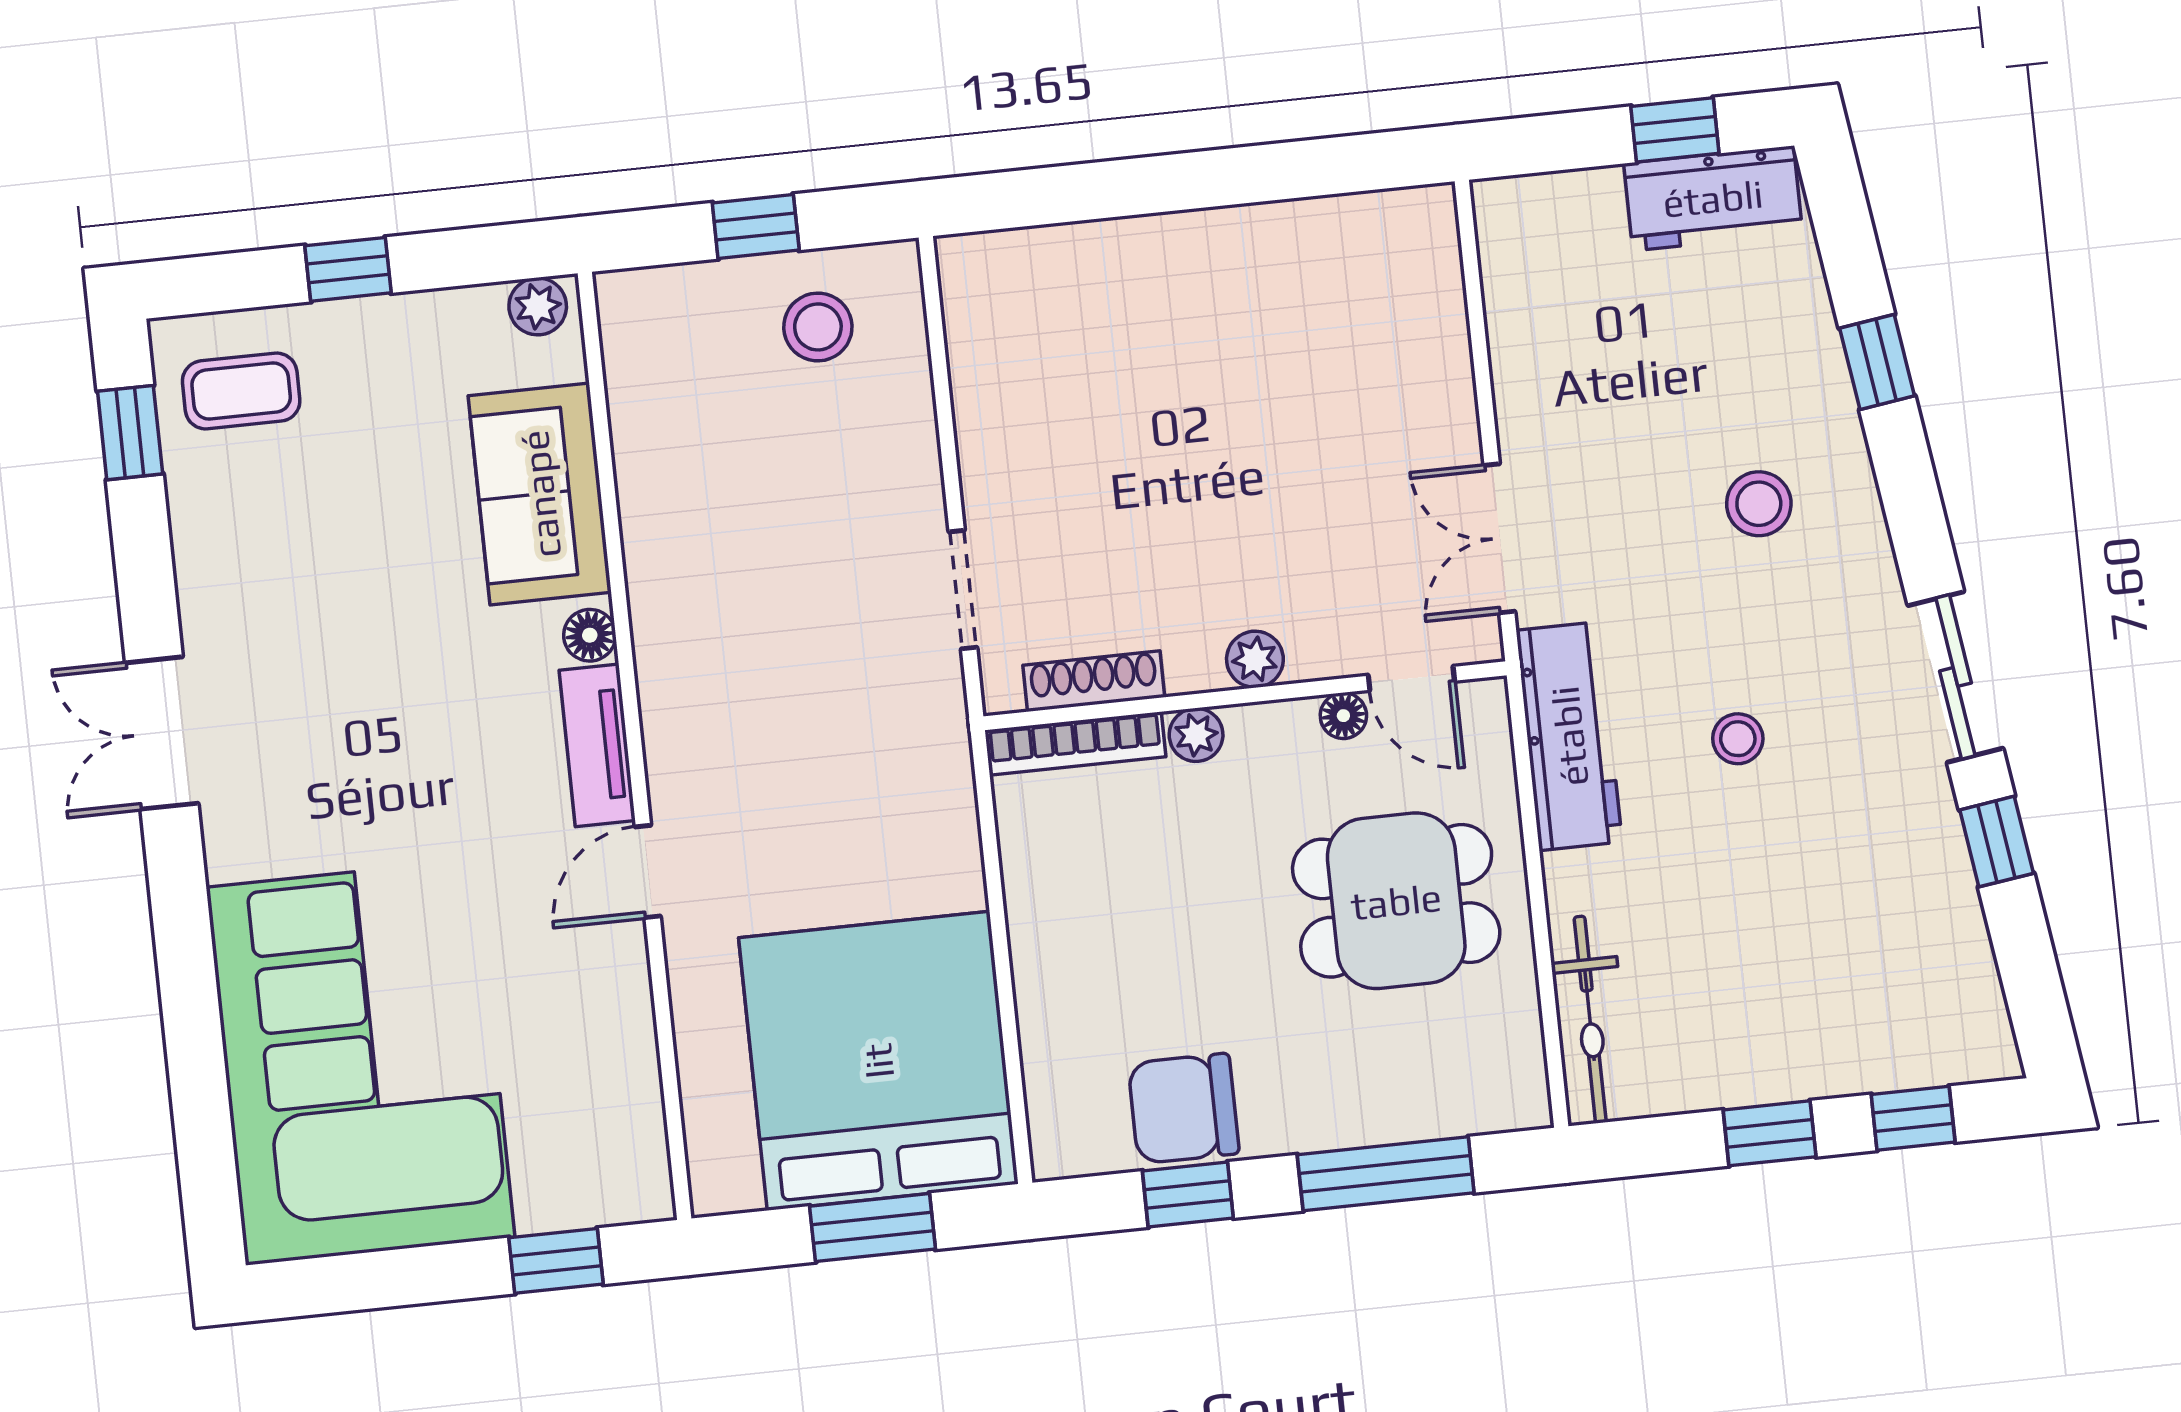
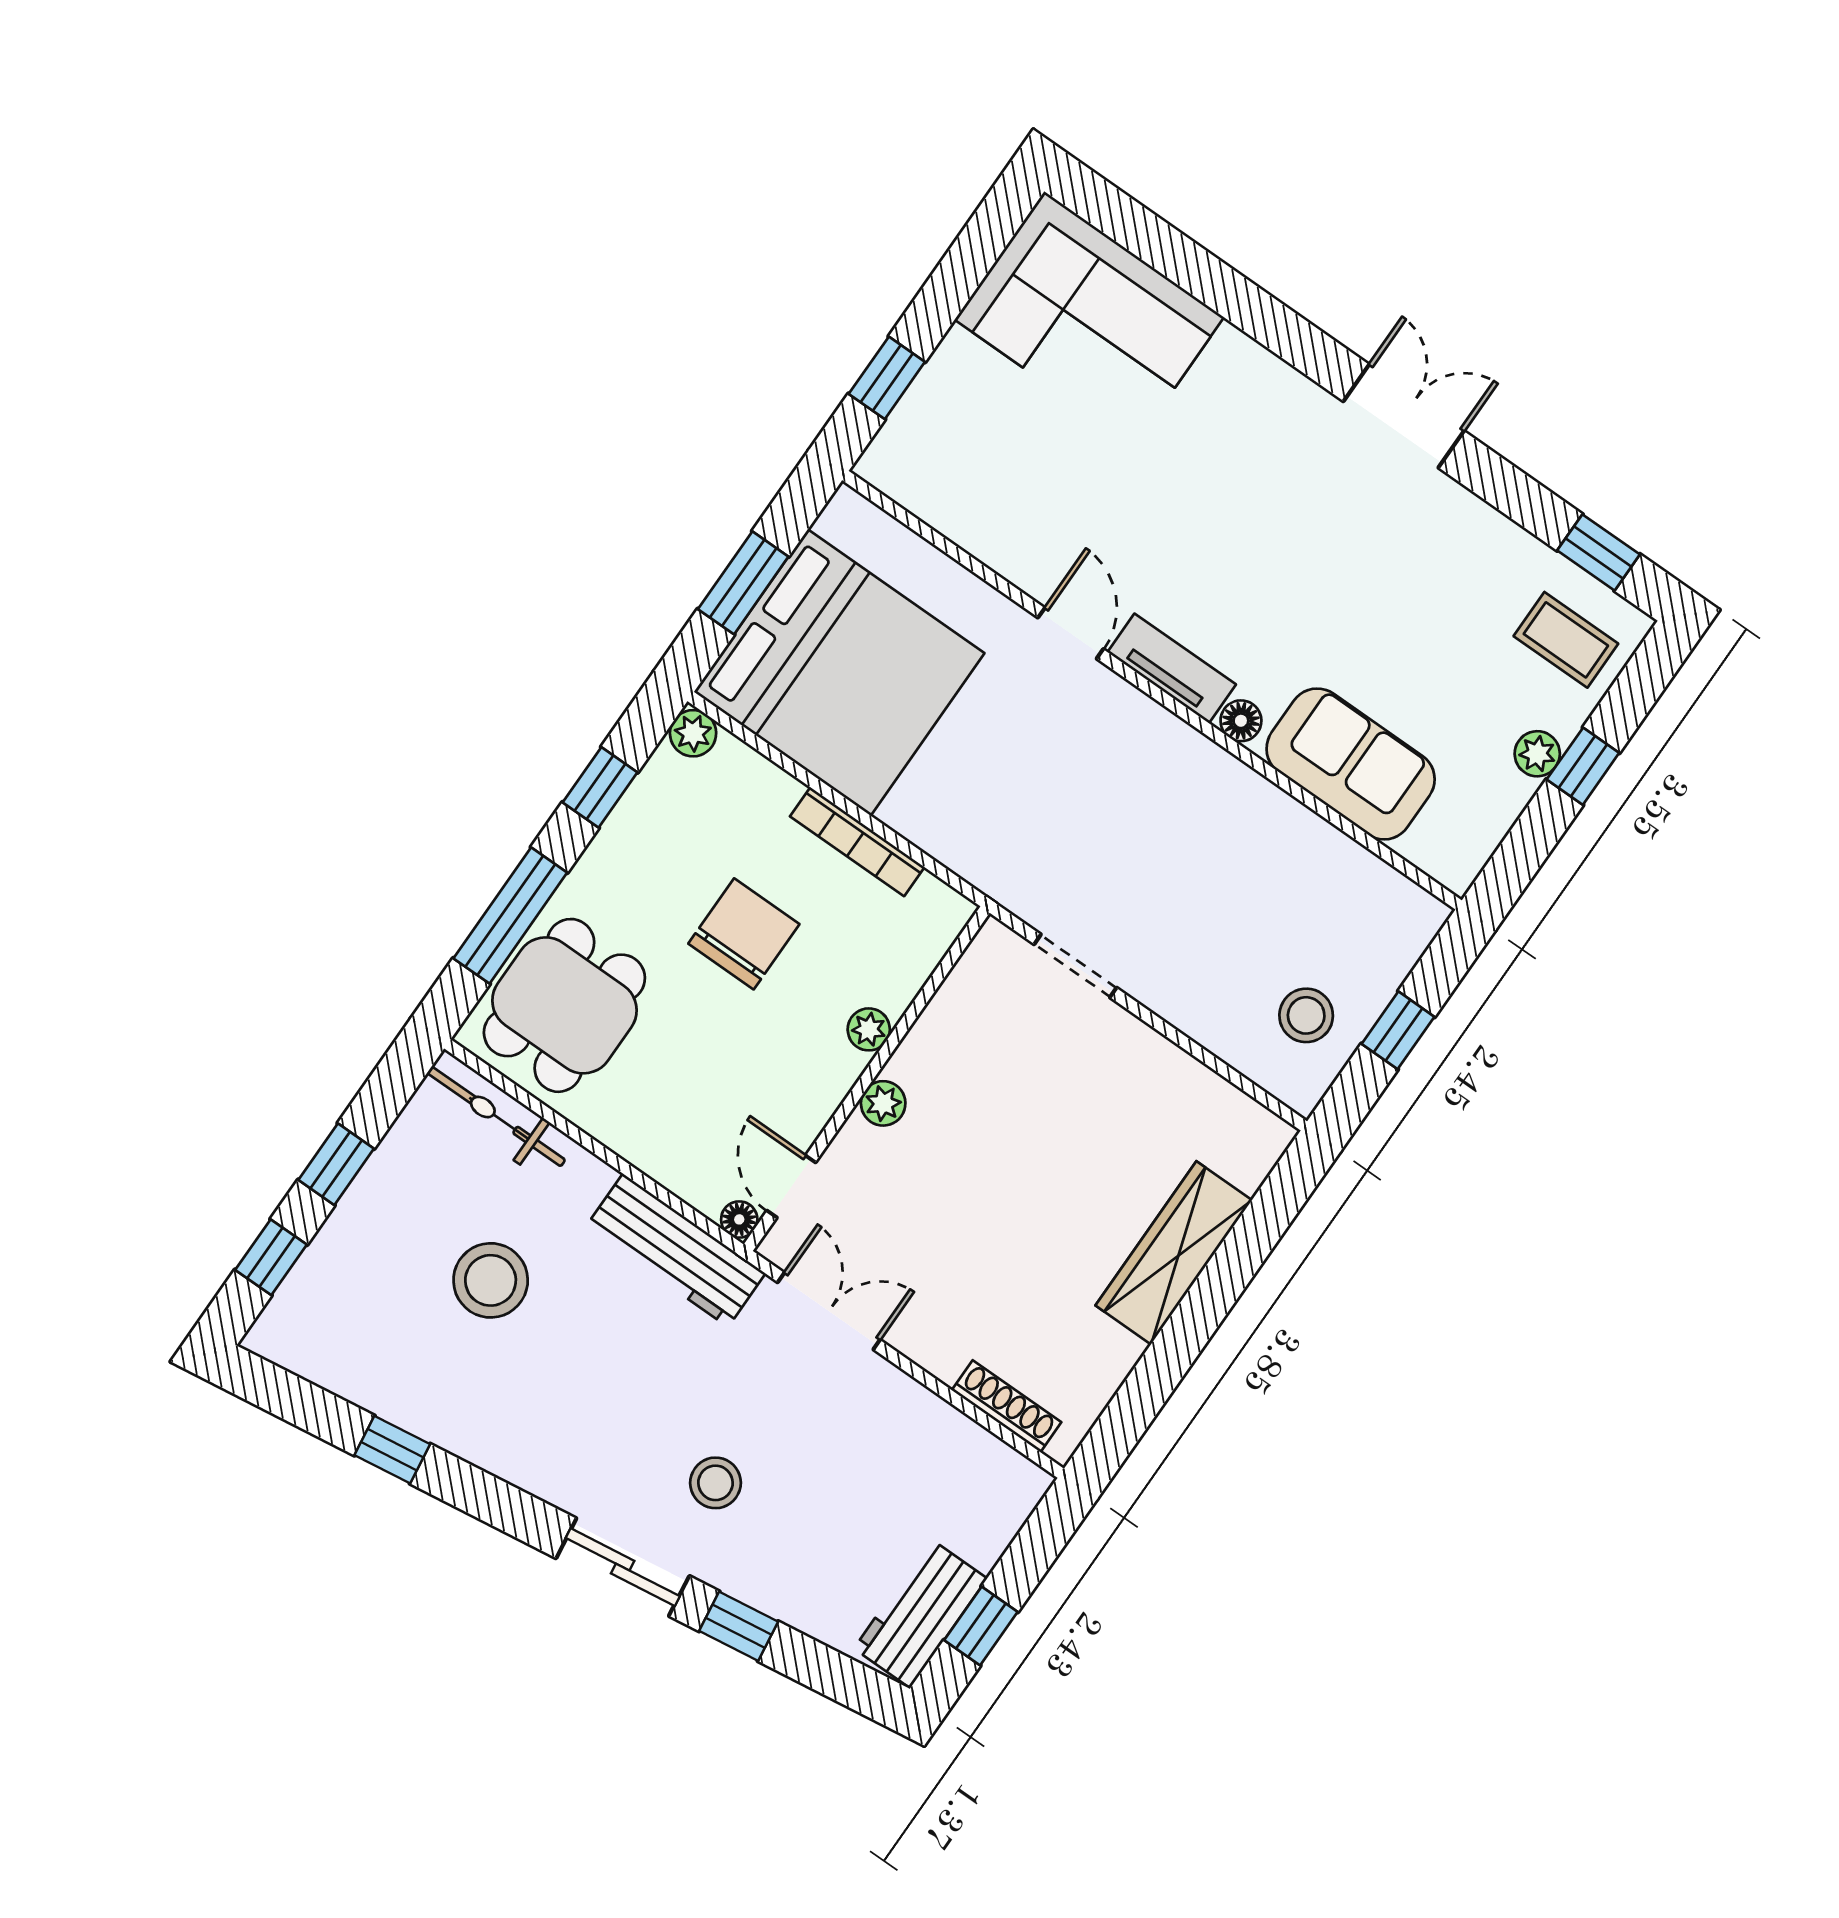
wardrobe: (1156, 256) -> (1174, 1253), added
plant: (538, 306) -> (1537, 754), moved
coffee table: (241, 391) -> (1566, 640), turned 90
sliding door: (1956, 677) -> (623, 1567), moved
door: (1411, 678) -> (791, 1186), hinge flipped
shoe rack: (1094, 681) -> (1007, 1406), moved, turned -90
floor lamp: (1343, 716) -> (739, 1219), moved
stool: (1738, 739) -> (491, 1280), moved, width x1.89, depth x1.89
bookcase: (1075, 744) -> (857, 842), moved, turned -90
dining table: (1396, 901) -> (564, 1005), moved
corner sofa: (360, 1062) -> (1089, 318), width x0.73, depth x0.74
chair: (1184, 1108) -> (744, 934), moved
plant: (1058, 1150) -> (693, 733), added

